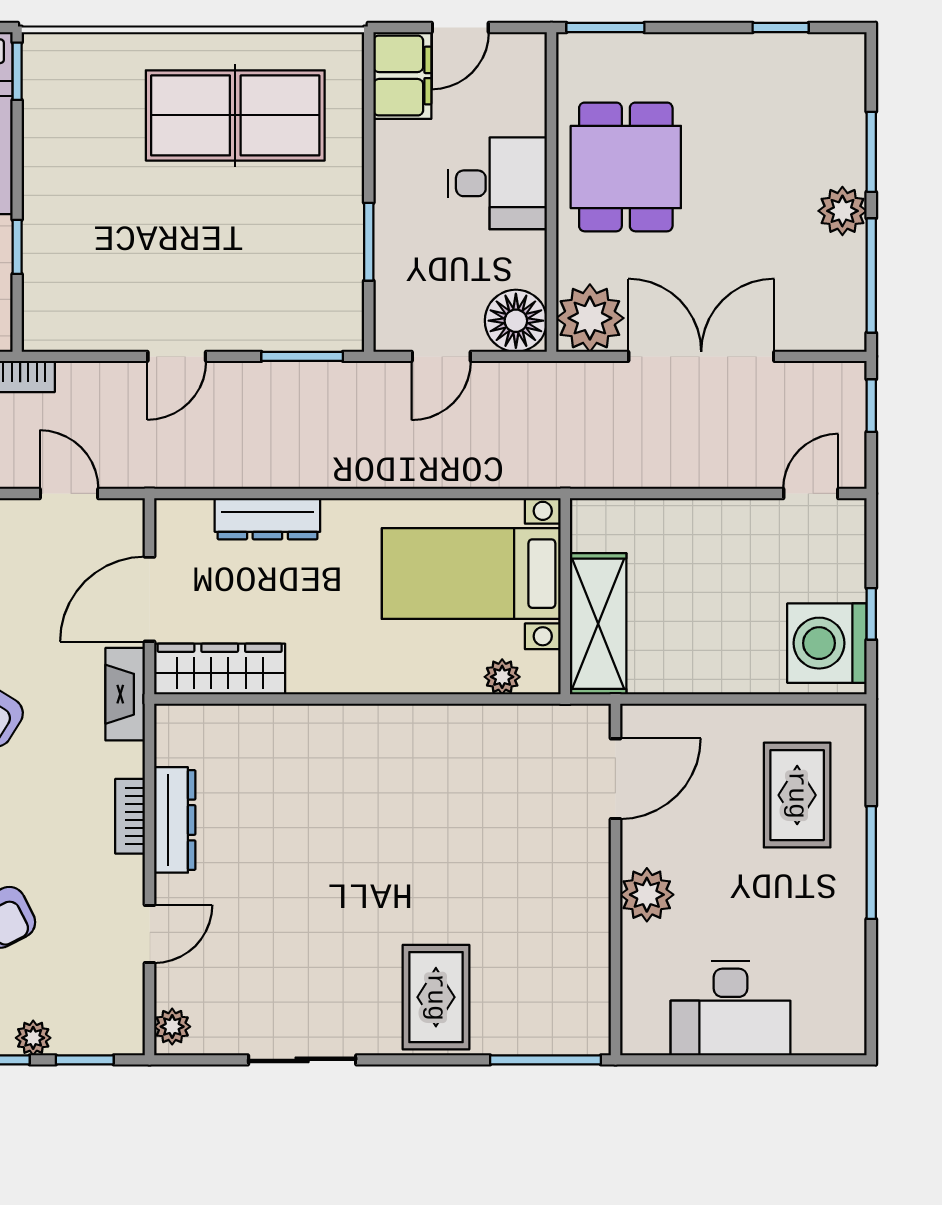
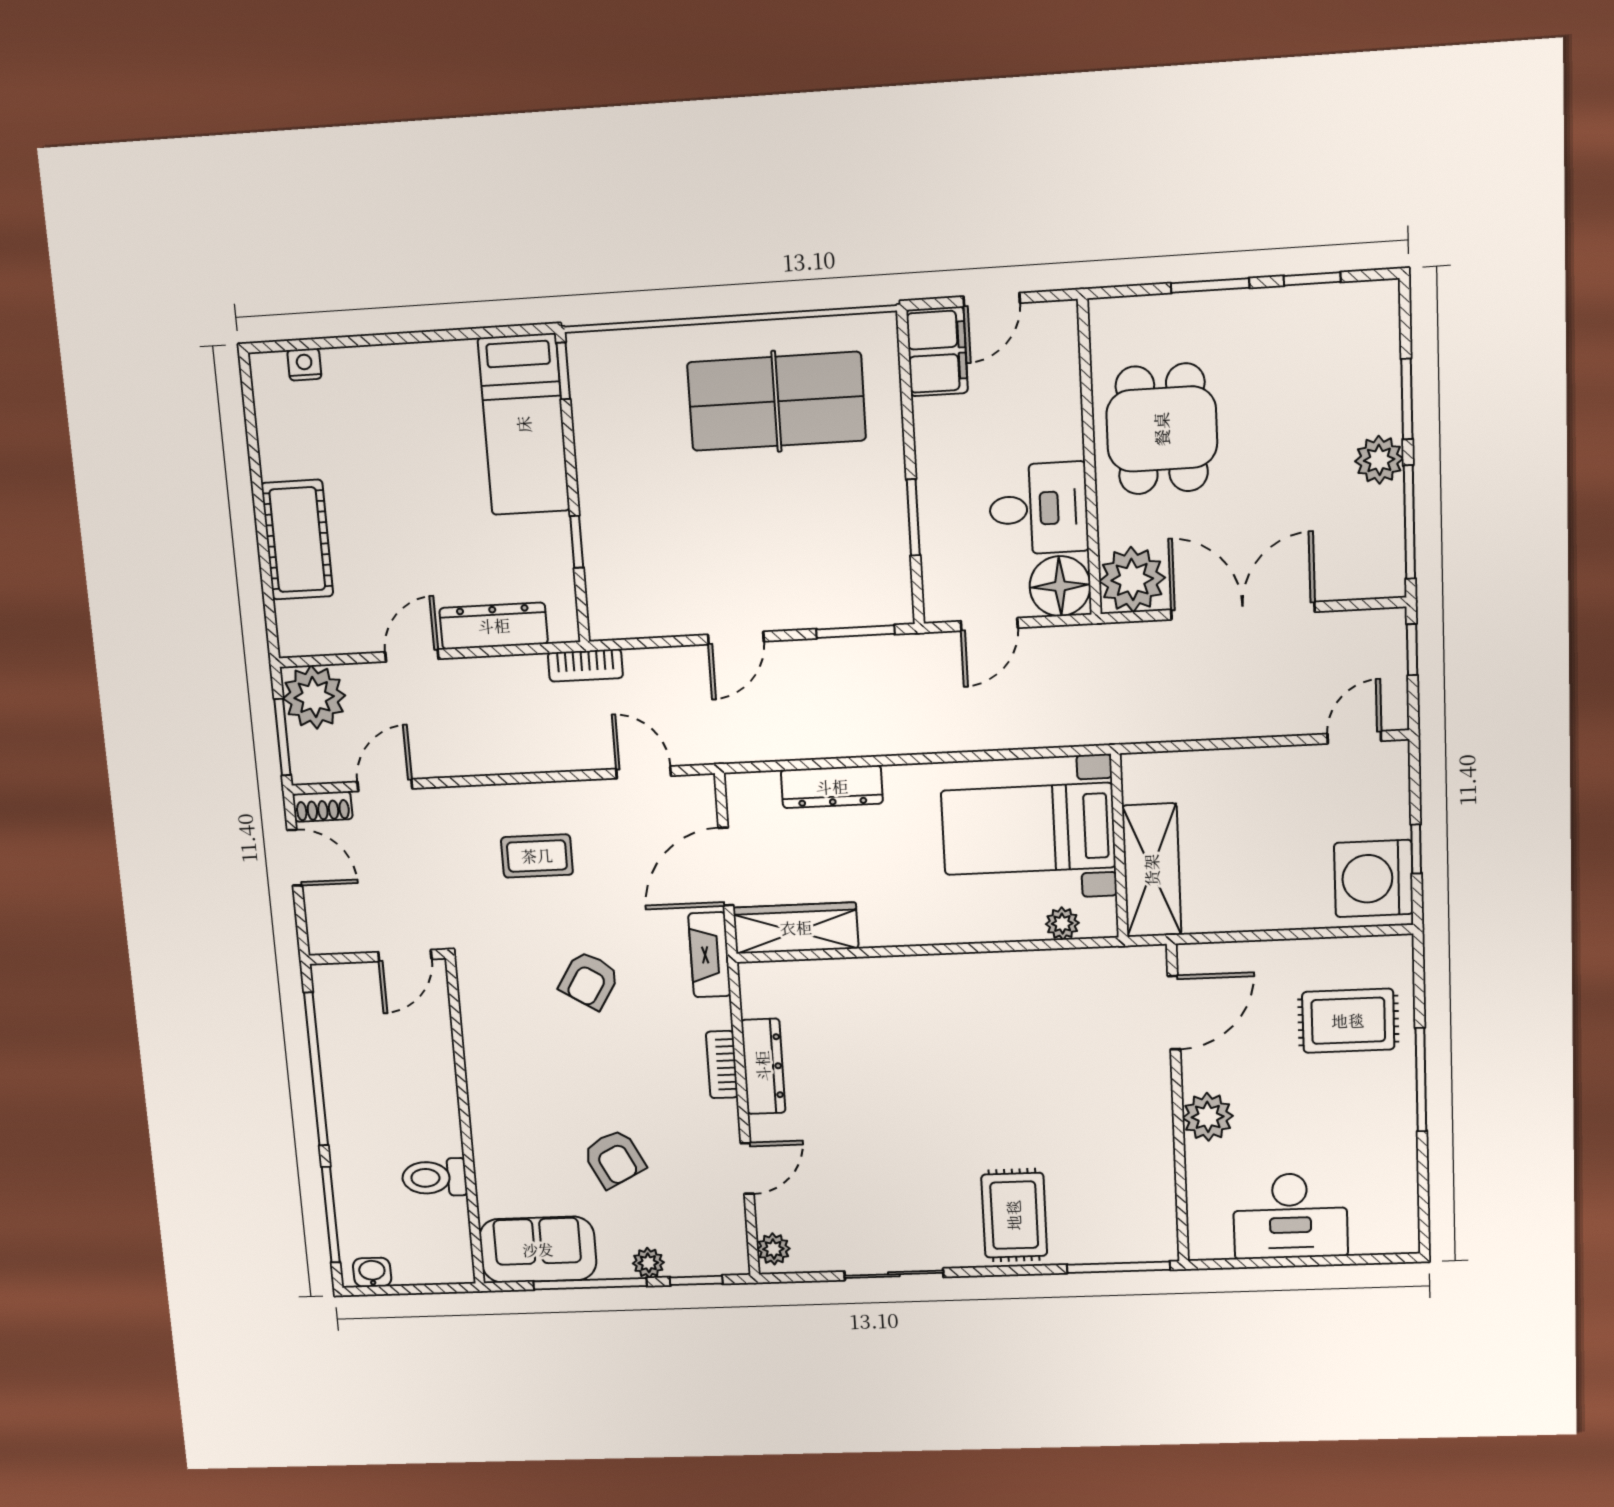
window: (605, 28) -> (1210, 286), moved
desk: (497, 183) -> (1038, 509), moved
rug: (797, 795) -> (1348, 1021), turned 90

